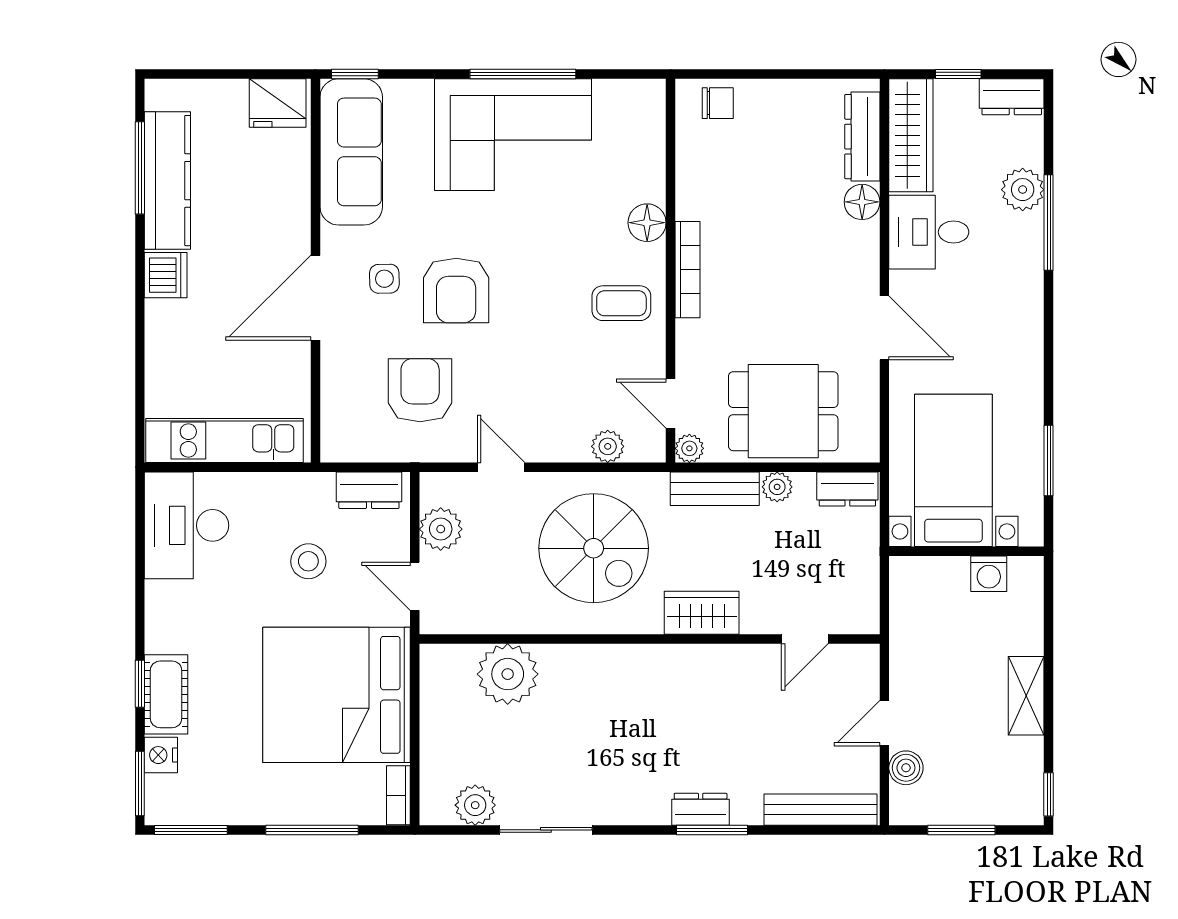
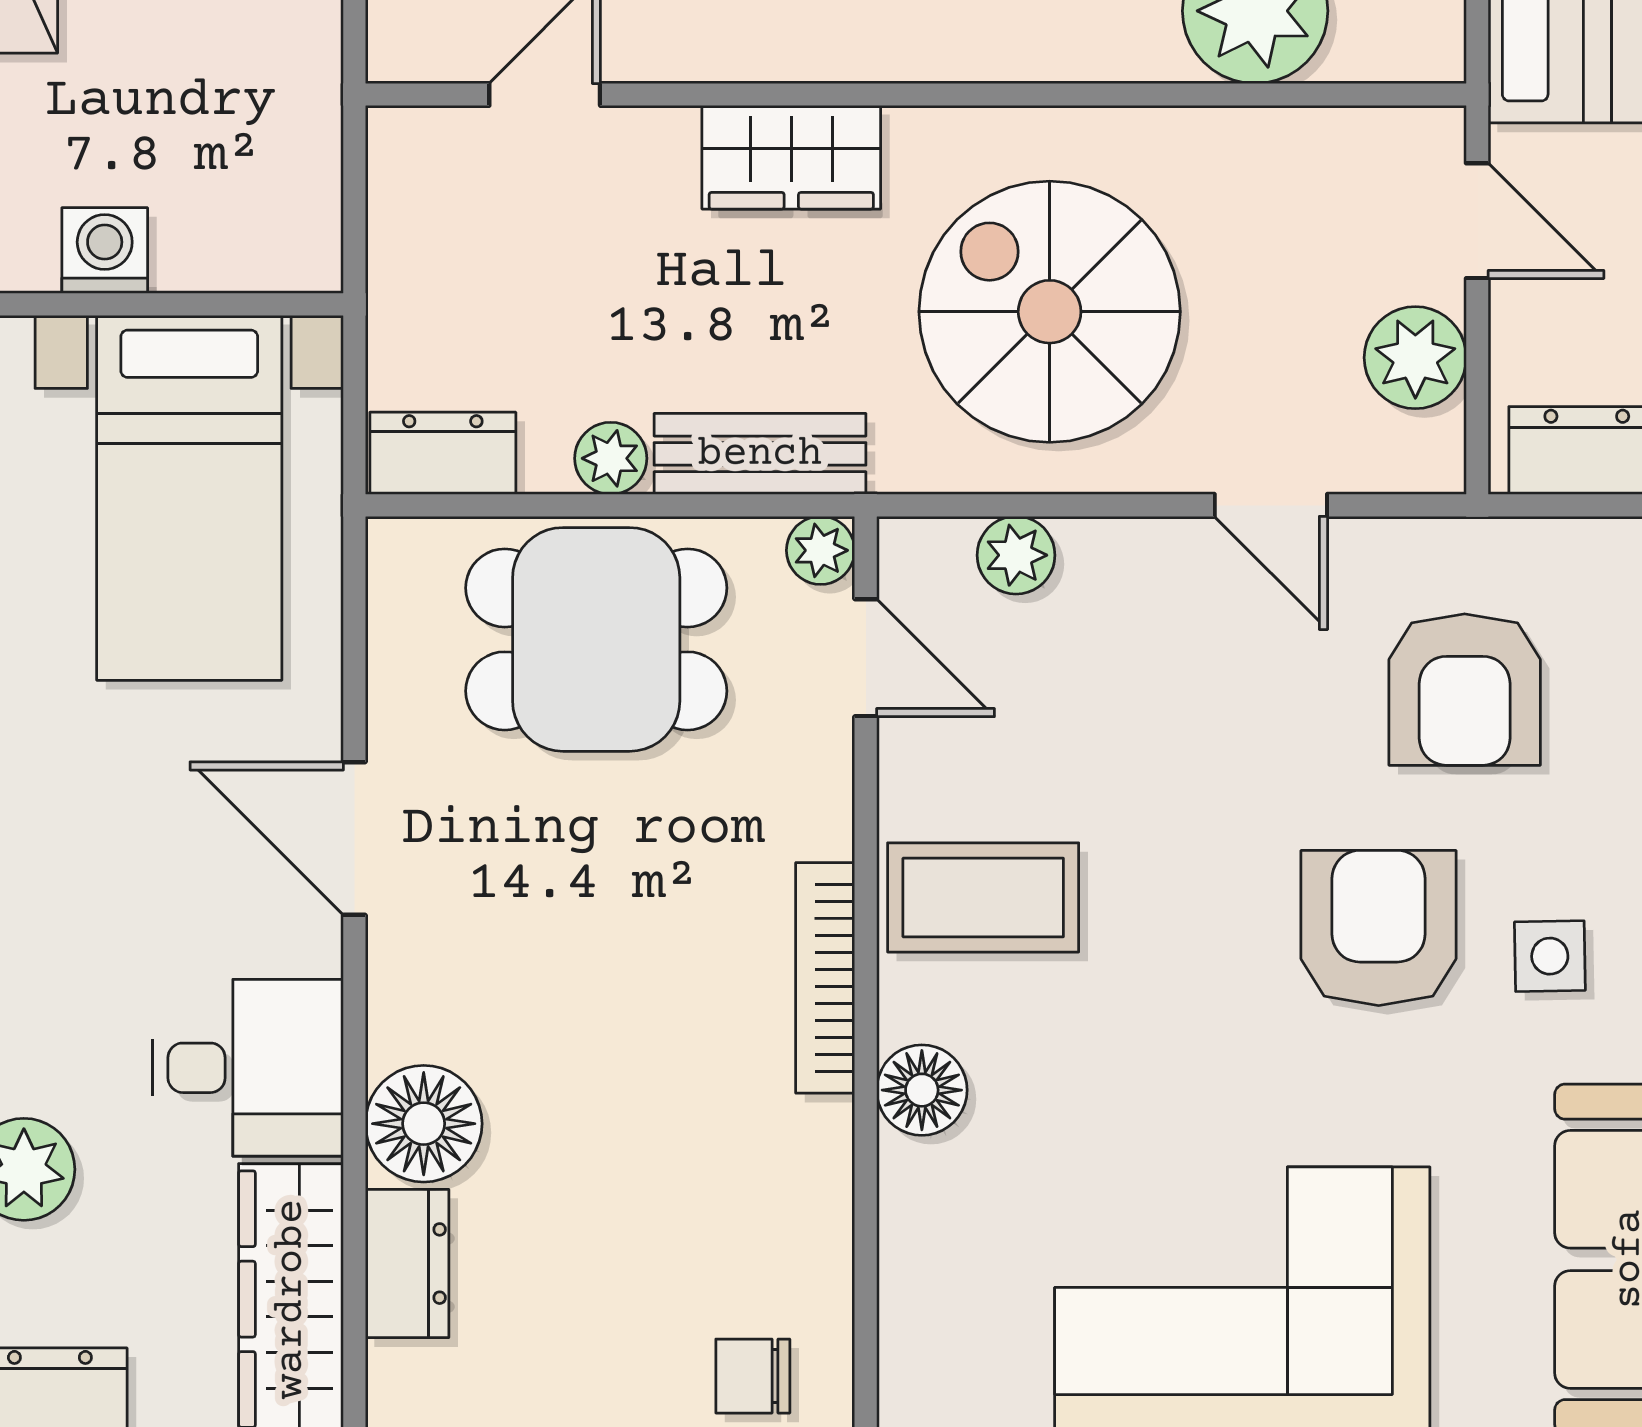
dresser: (862, 137) -> (407, 1264), width x0.70
floor lamp: (862, 202) -> (424, 1124), width x1.38, depth x1.38
coffee table: (621, 303) -> (983, 897), width x1.36, depth x1.30

